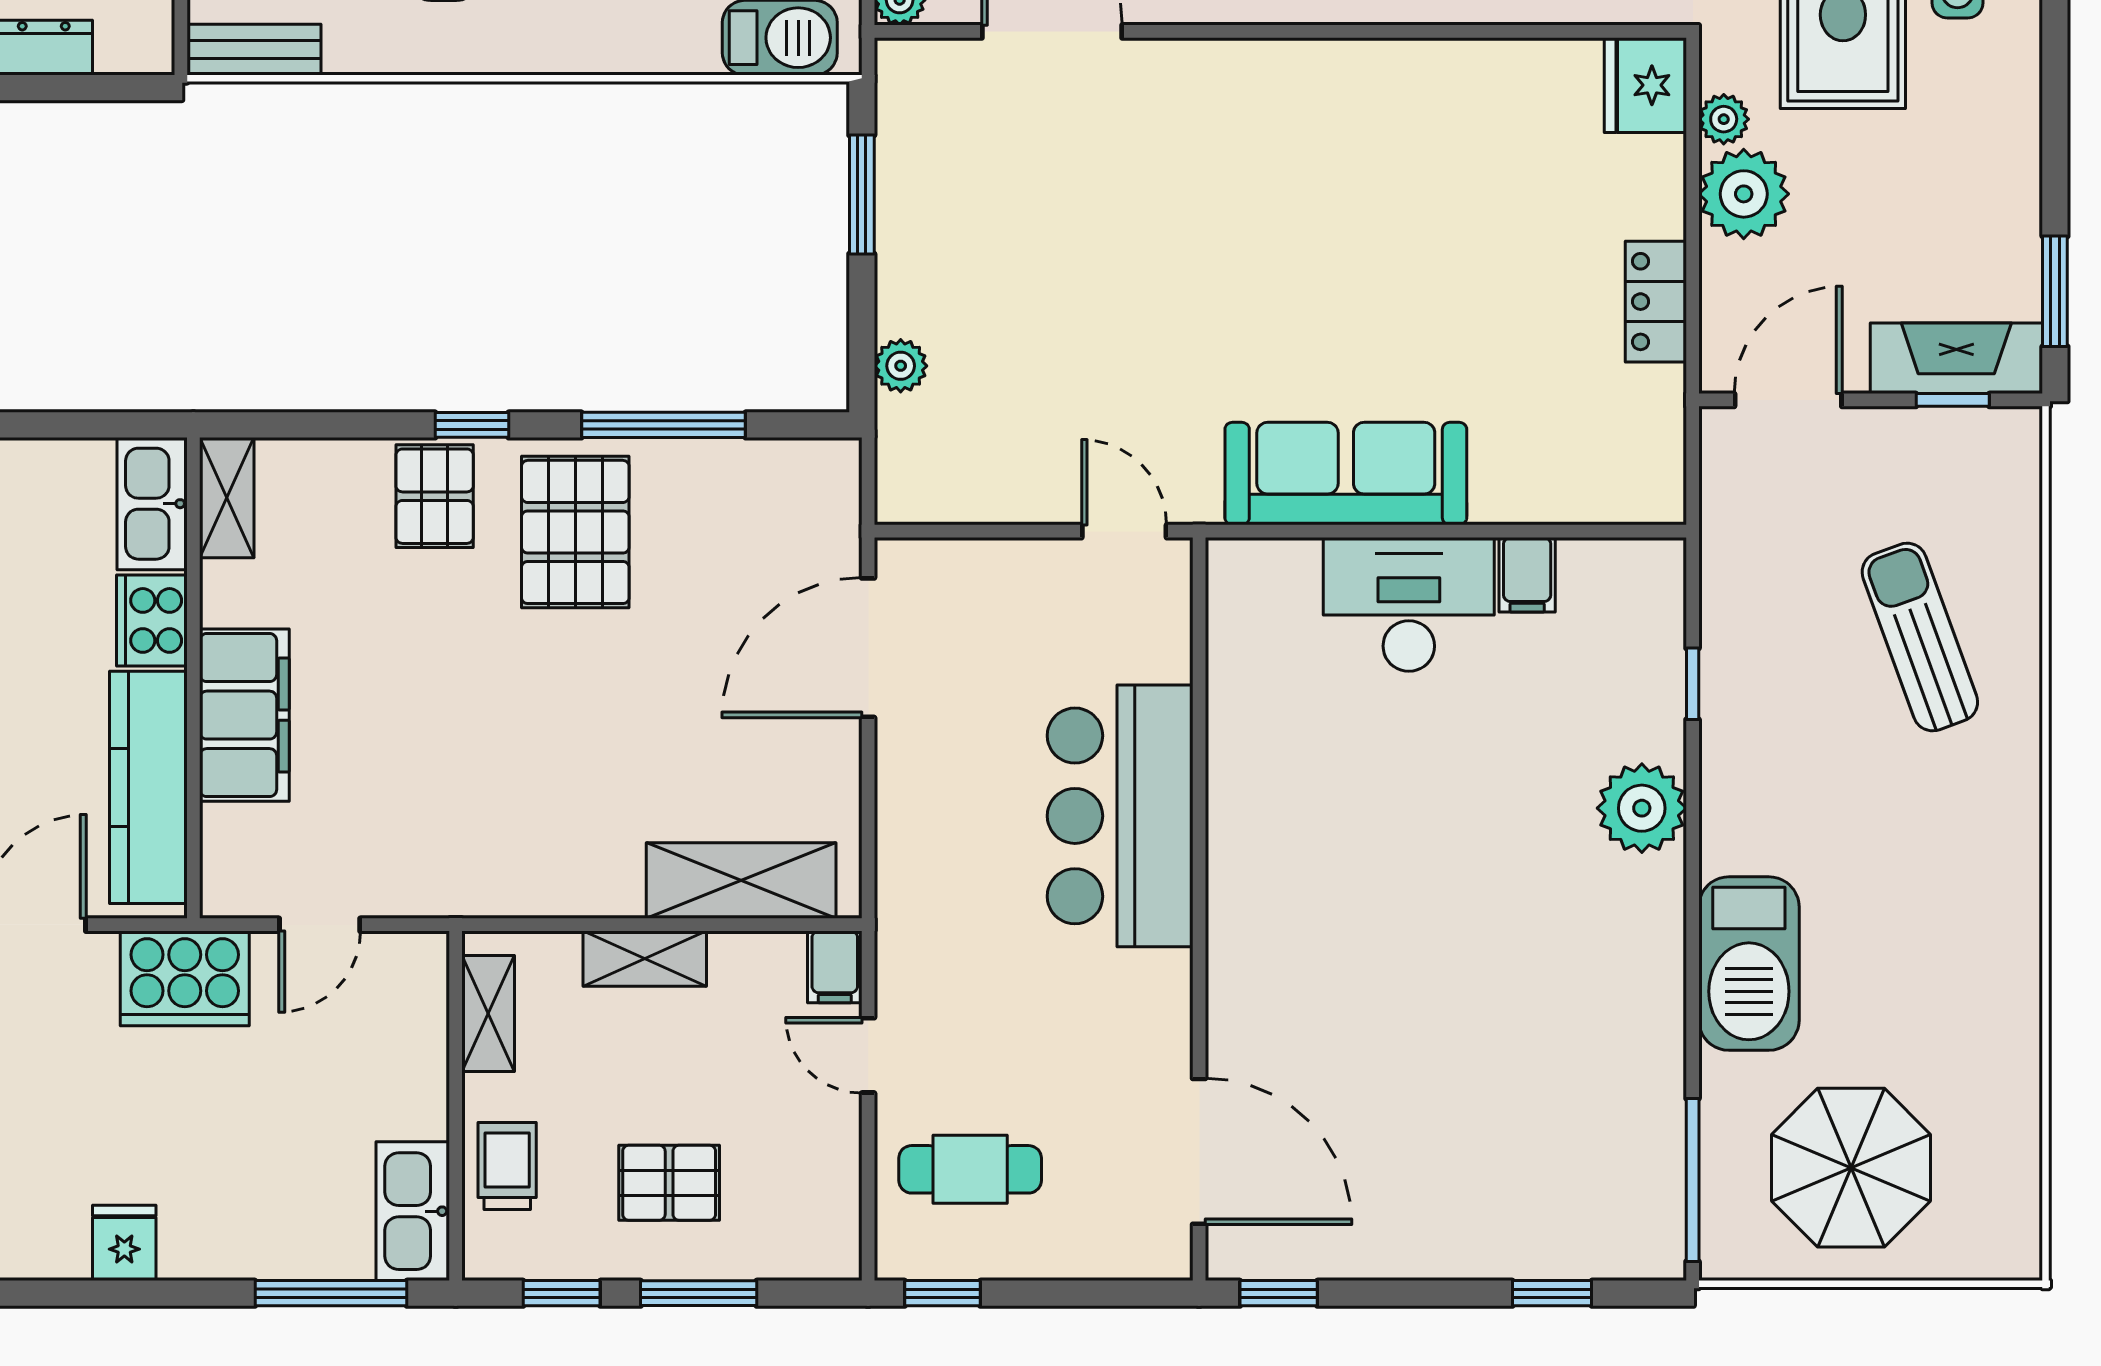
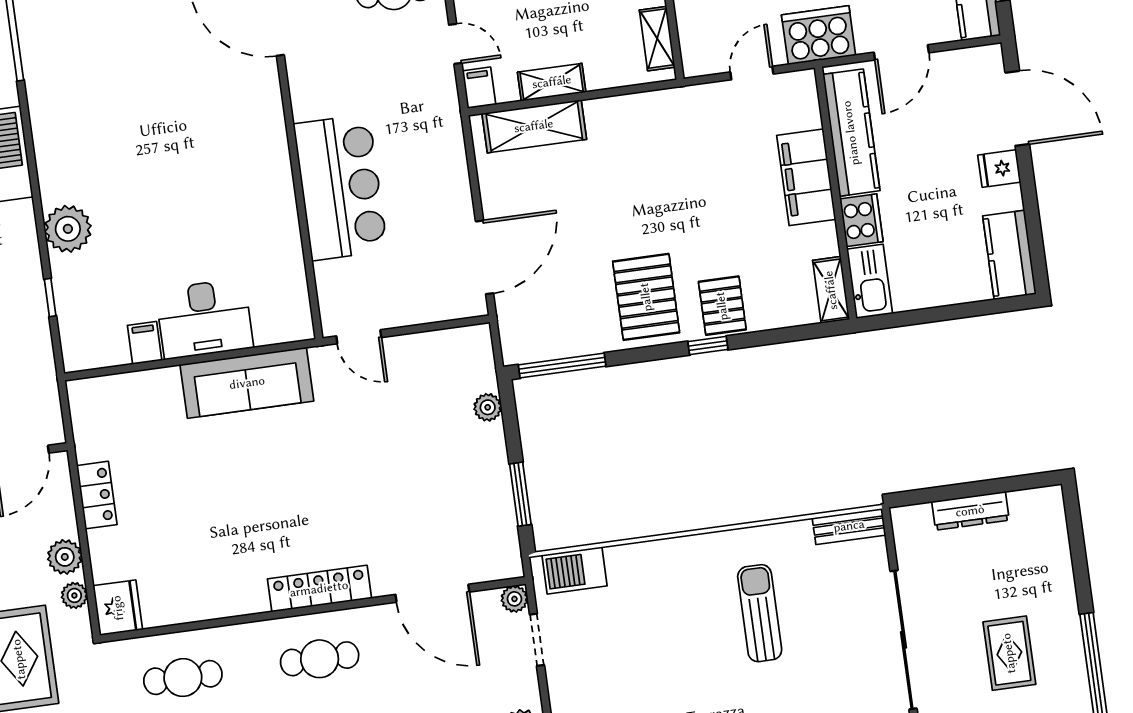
locker: (1263, 69) -> (319, 589), added
plant: (1744, 194) -> (65, 557), width x0.73, depth x0.73
window: (663, 425) -> (562, 366), moved
shelving: (645, 959) -> (552, 82), moved

